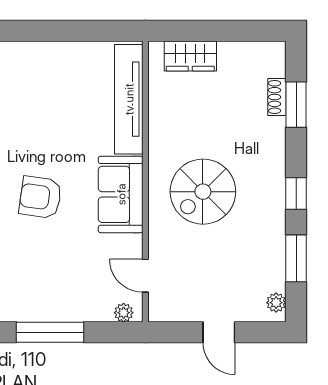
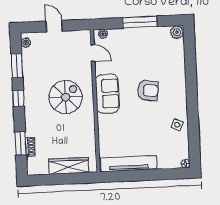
wardrobe: (190, 56) -> (69, 166), width x1.50
tv unit: (129, 99) -> (129, 164), moved, turned -90

